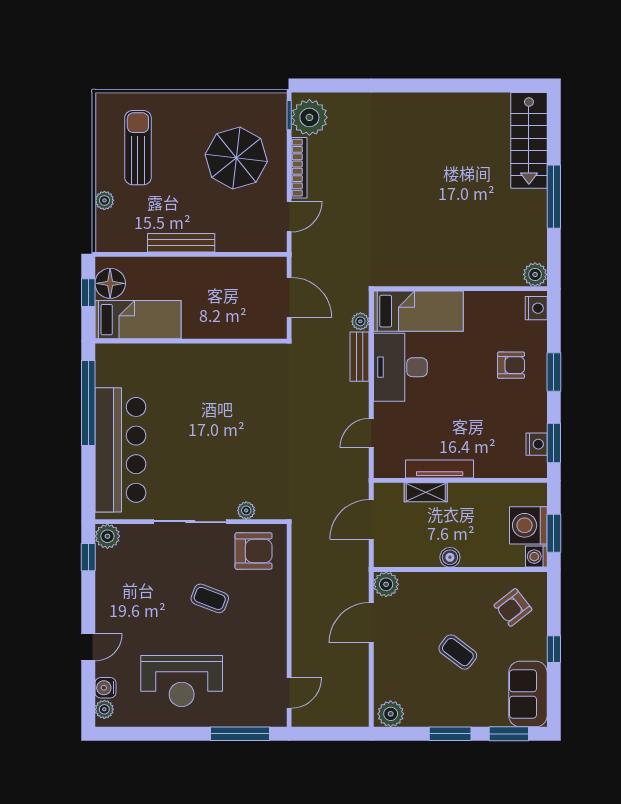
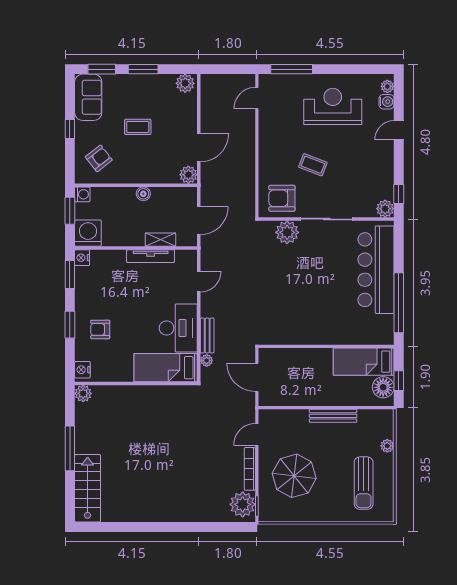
nightstand: (537, 444) -> (82, 258), moved
plant: (246, 510) -> (287, 232), width x1.87, depth x1.87
washing machine: (528, 525) -> (88, 233), moved, turned -90
coffee table: (458, 652) -> (138, 127), turned -37

